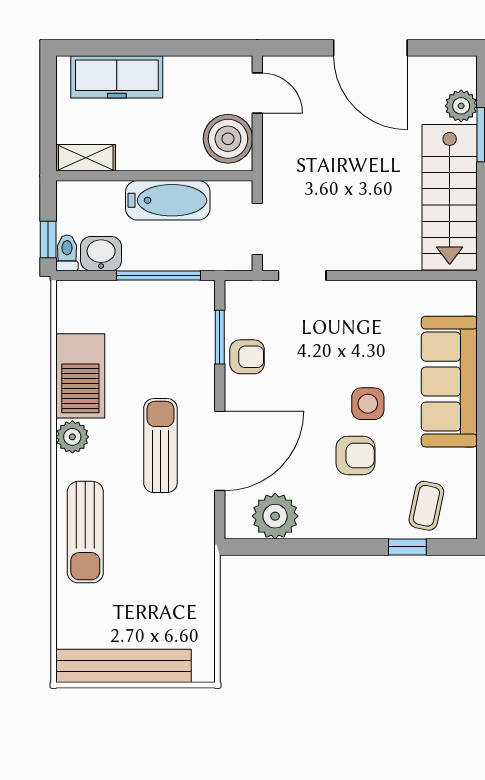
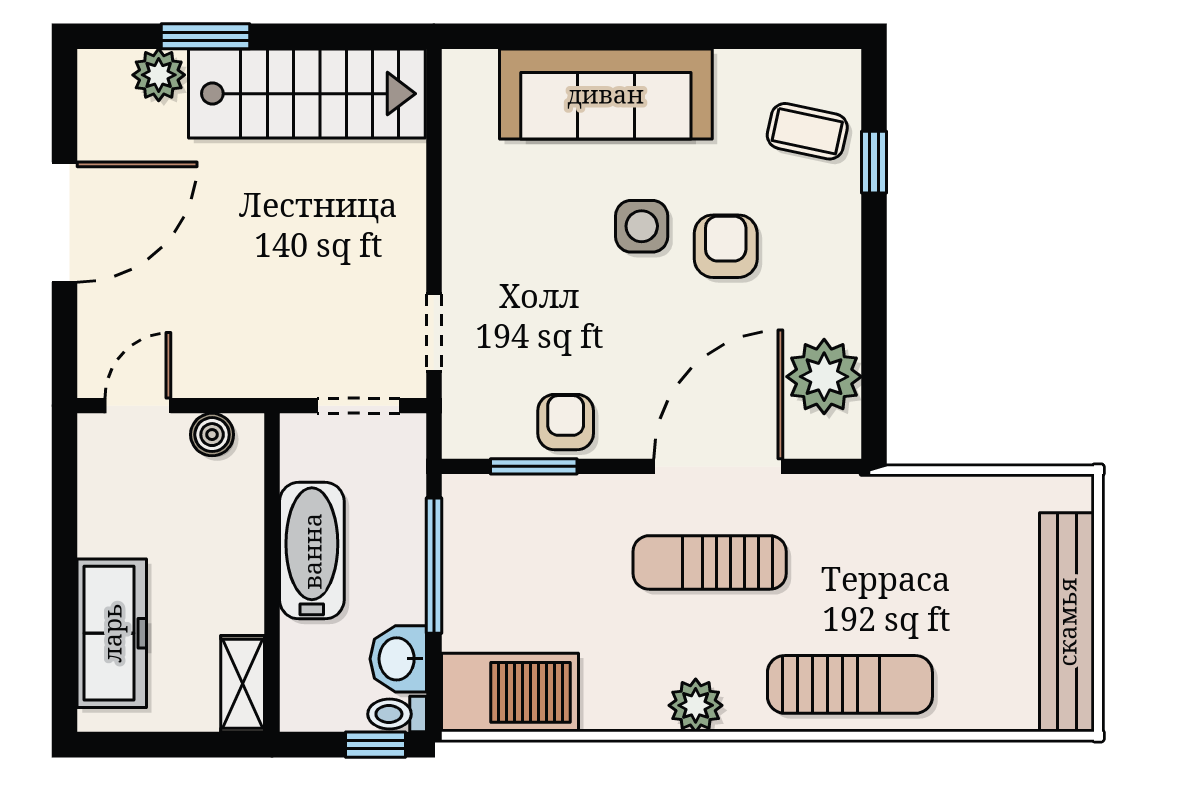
boiler: (228, 139) -> (212, 435), width x0.54, depth x0.54
barbecue: (80, 376) -> (510, 692), moved
door: (220, 451) -> (718, 466), hinge flipped

